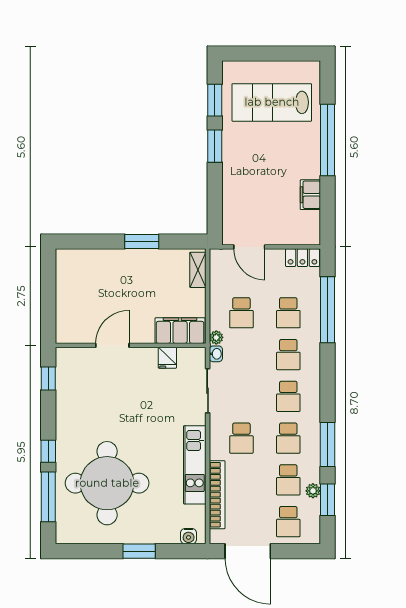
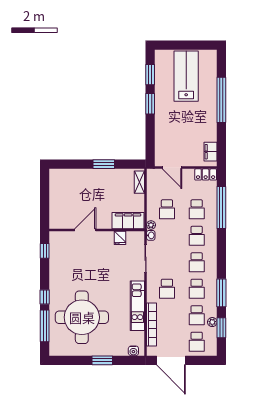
lab bench: (272, 102) -> (186, 76), turned 90
filing cabinet: (310, 195) -> (211, 152), moved

